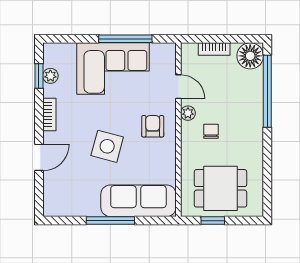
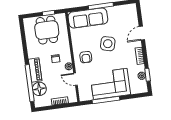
floor lamp: (250, 56) -> (39, 89), moved
piano: (253, 115) -> (35, 70), added
dining table: (220, 188) -> (47, 30), turned 90

